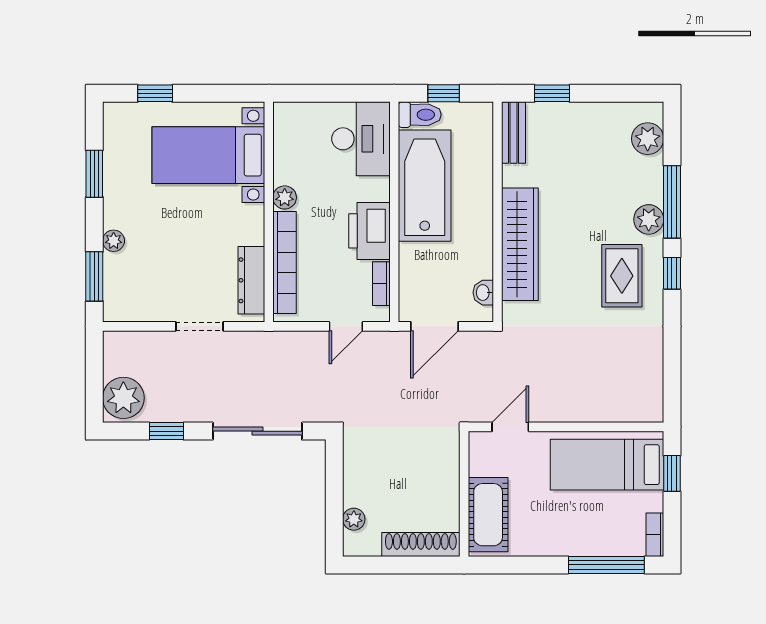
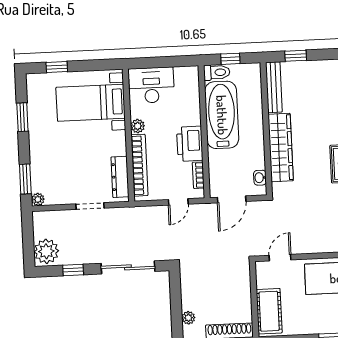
bench: (514, 133) -> (274, 87), width x1.36
desk: (361, 139) -> (151, 85), moved, turned -90
plant: (114, 241) -> (38, 199), moved

